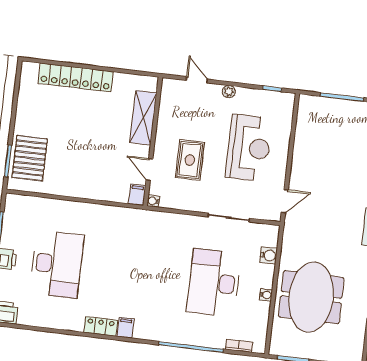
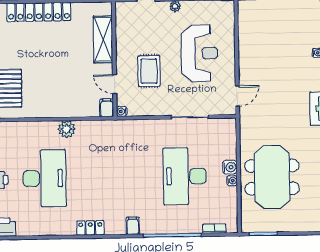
plant: (89, 212) -> (67, 129), added
water cooler: (268, 255) -> (230, 167), moved
filing cabinet: (125, 328) -> (133, 226), moved

